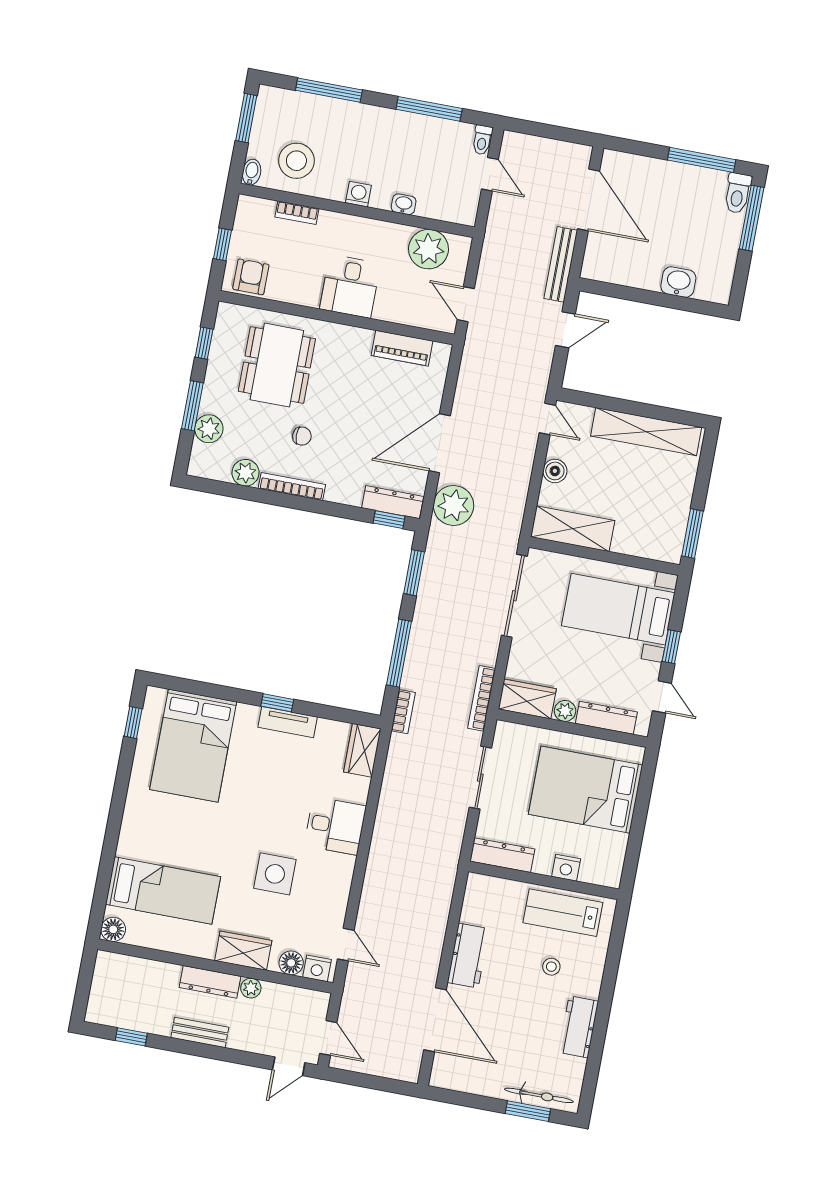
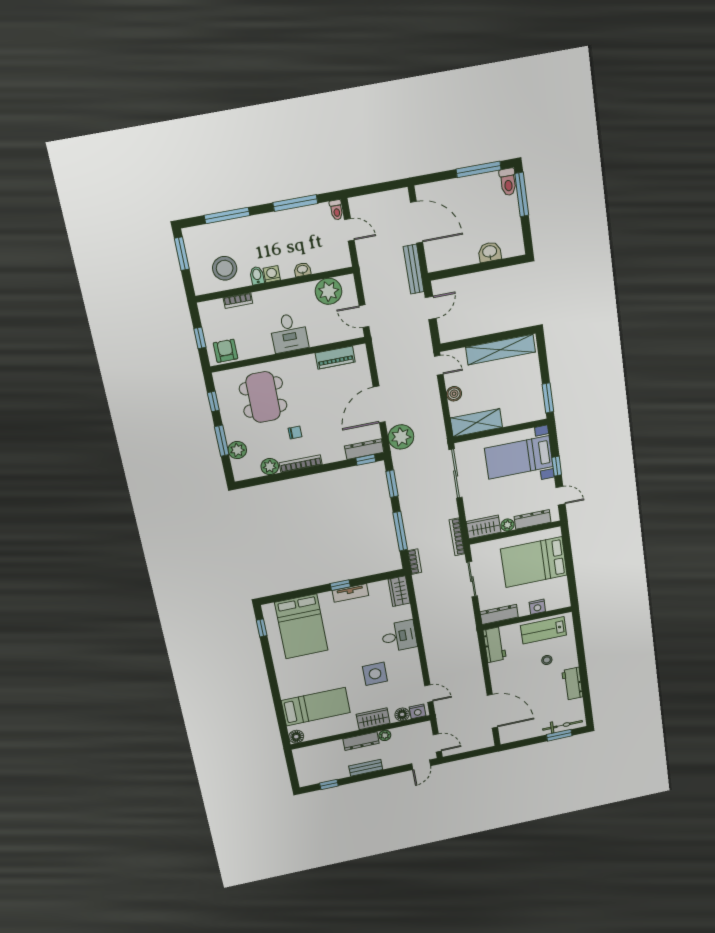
bidet: (252, 172) -> (257, 276), moved
workbench: (468, 956) -> (495, 645), moved

